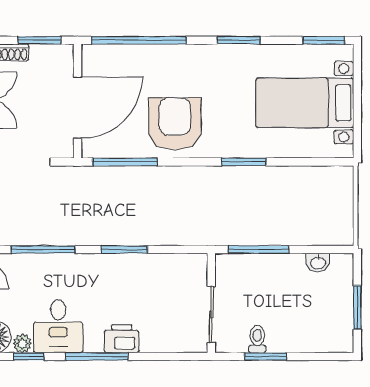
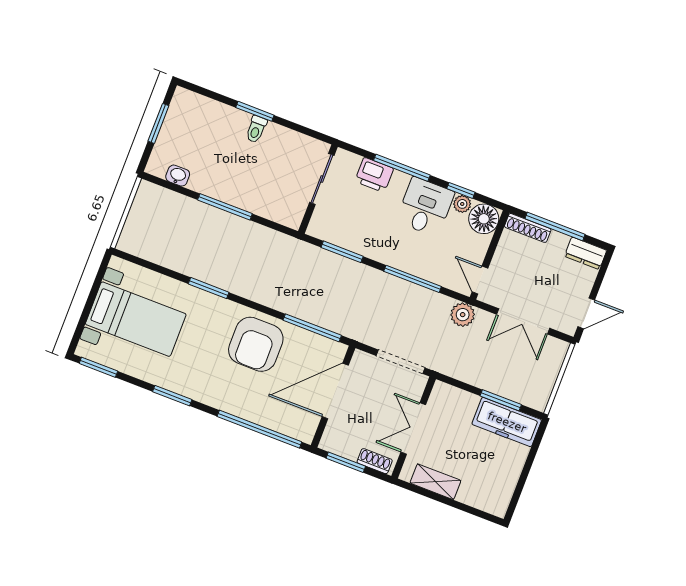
wall: (211, 303) -> (318, 189), moved
sliding door: (211, 315) -> (322, 179), moved

